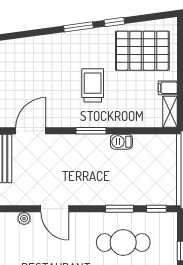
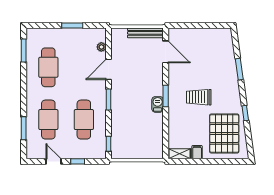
window: (78, 27) -> (239, 69), moved
trolley: (93, 85) -> (199, 97), turned 180
barbecue: (121, 142) -> (158, 104), moved
window: (119, 209) -> (109, 99), moved

